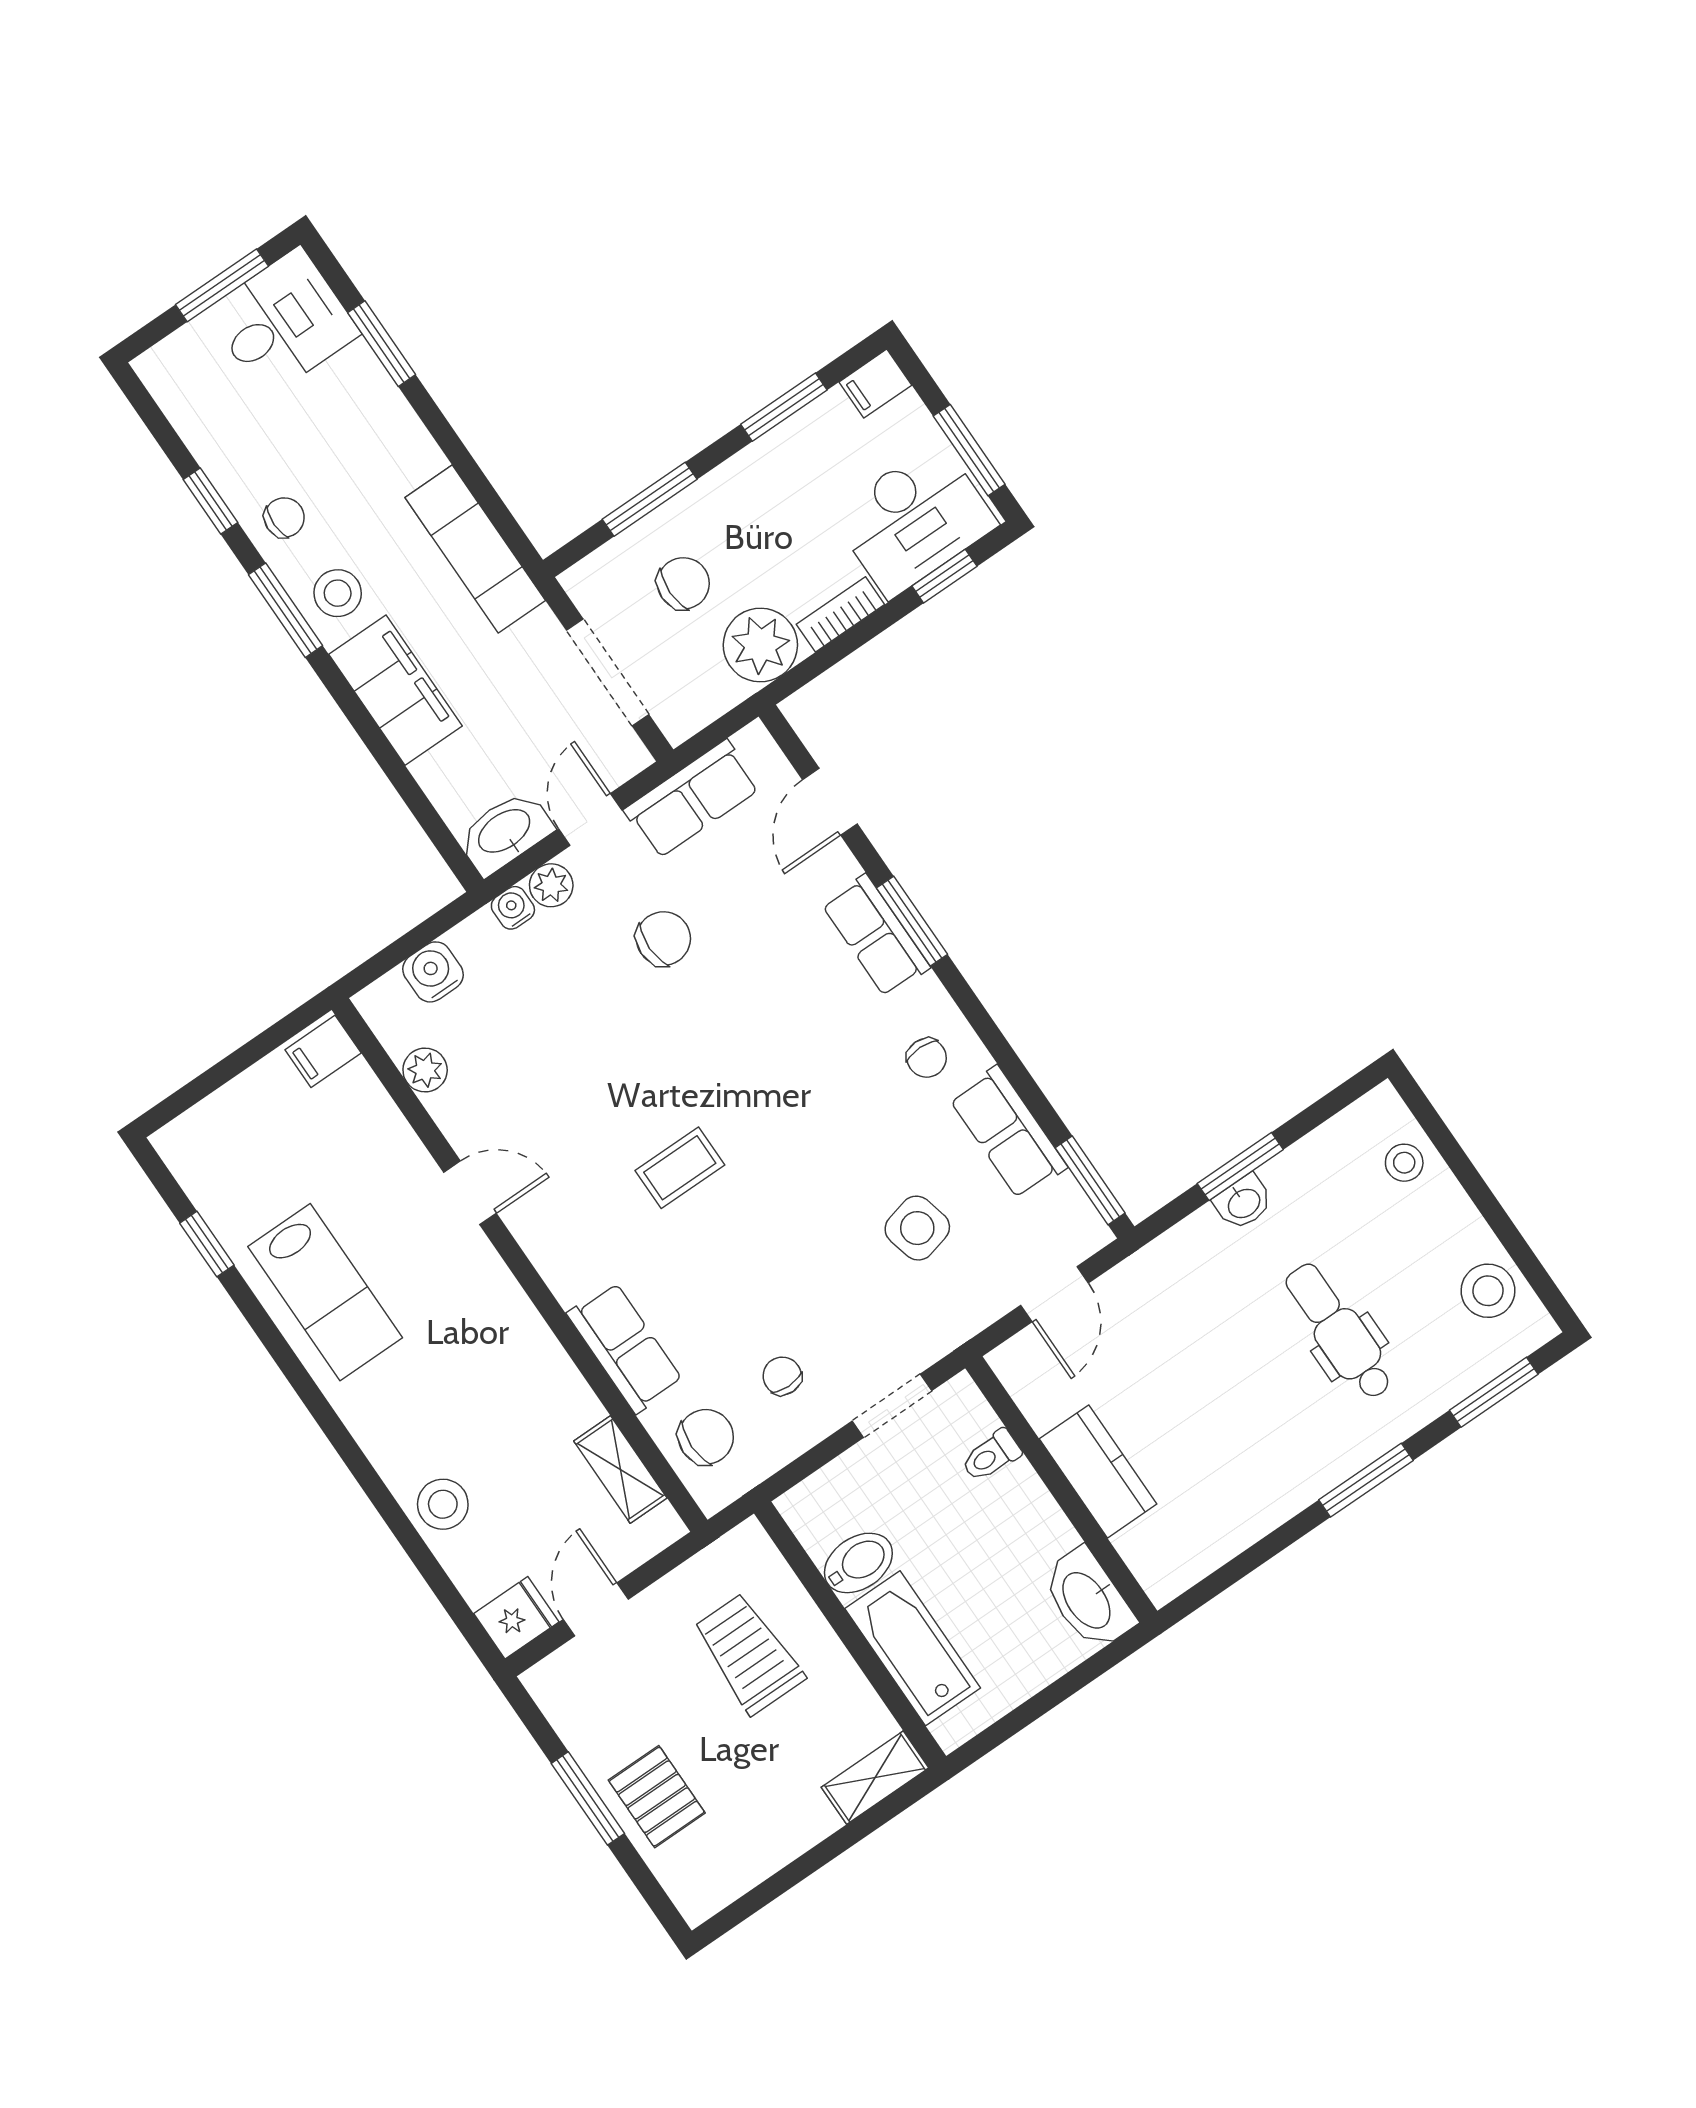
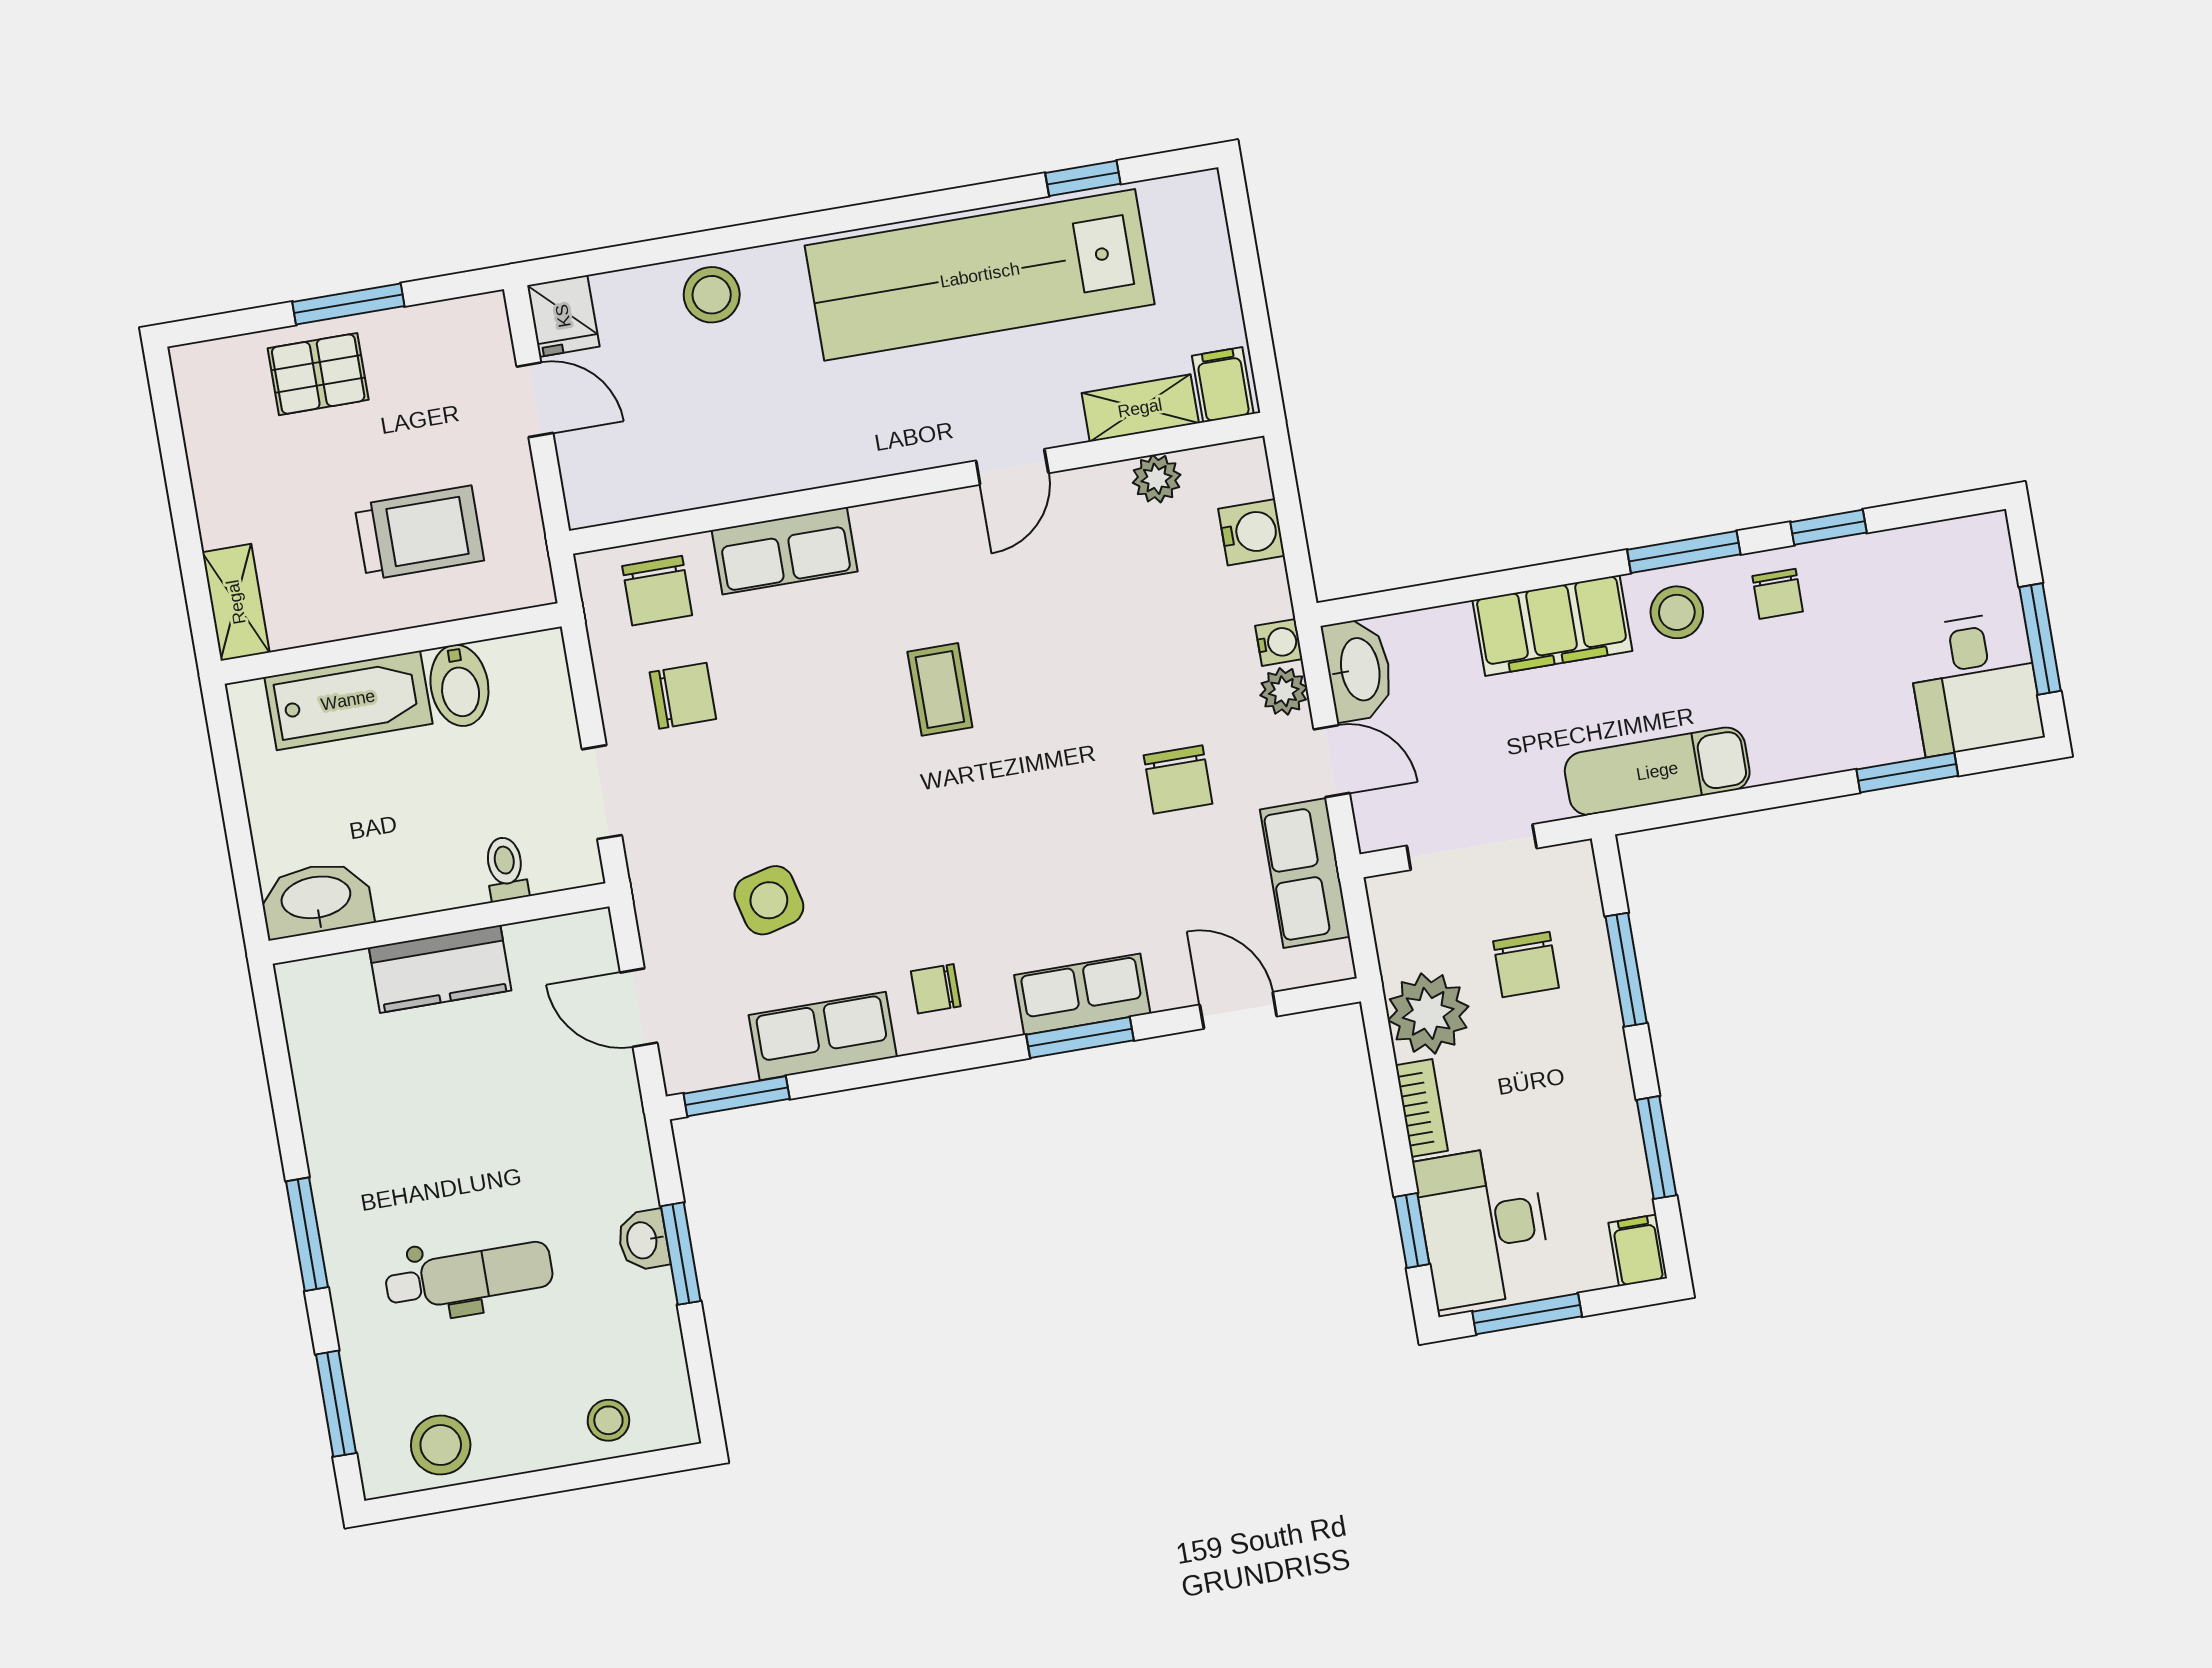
lab bench: (325, 1292) -> (980, 275), width x1.86, depth x1.39
chair: (782, 1376) -> (683, 696), width x1.37, depth x1.37
shelving: (620, 1469) -> (1140, 408), moved

